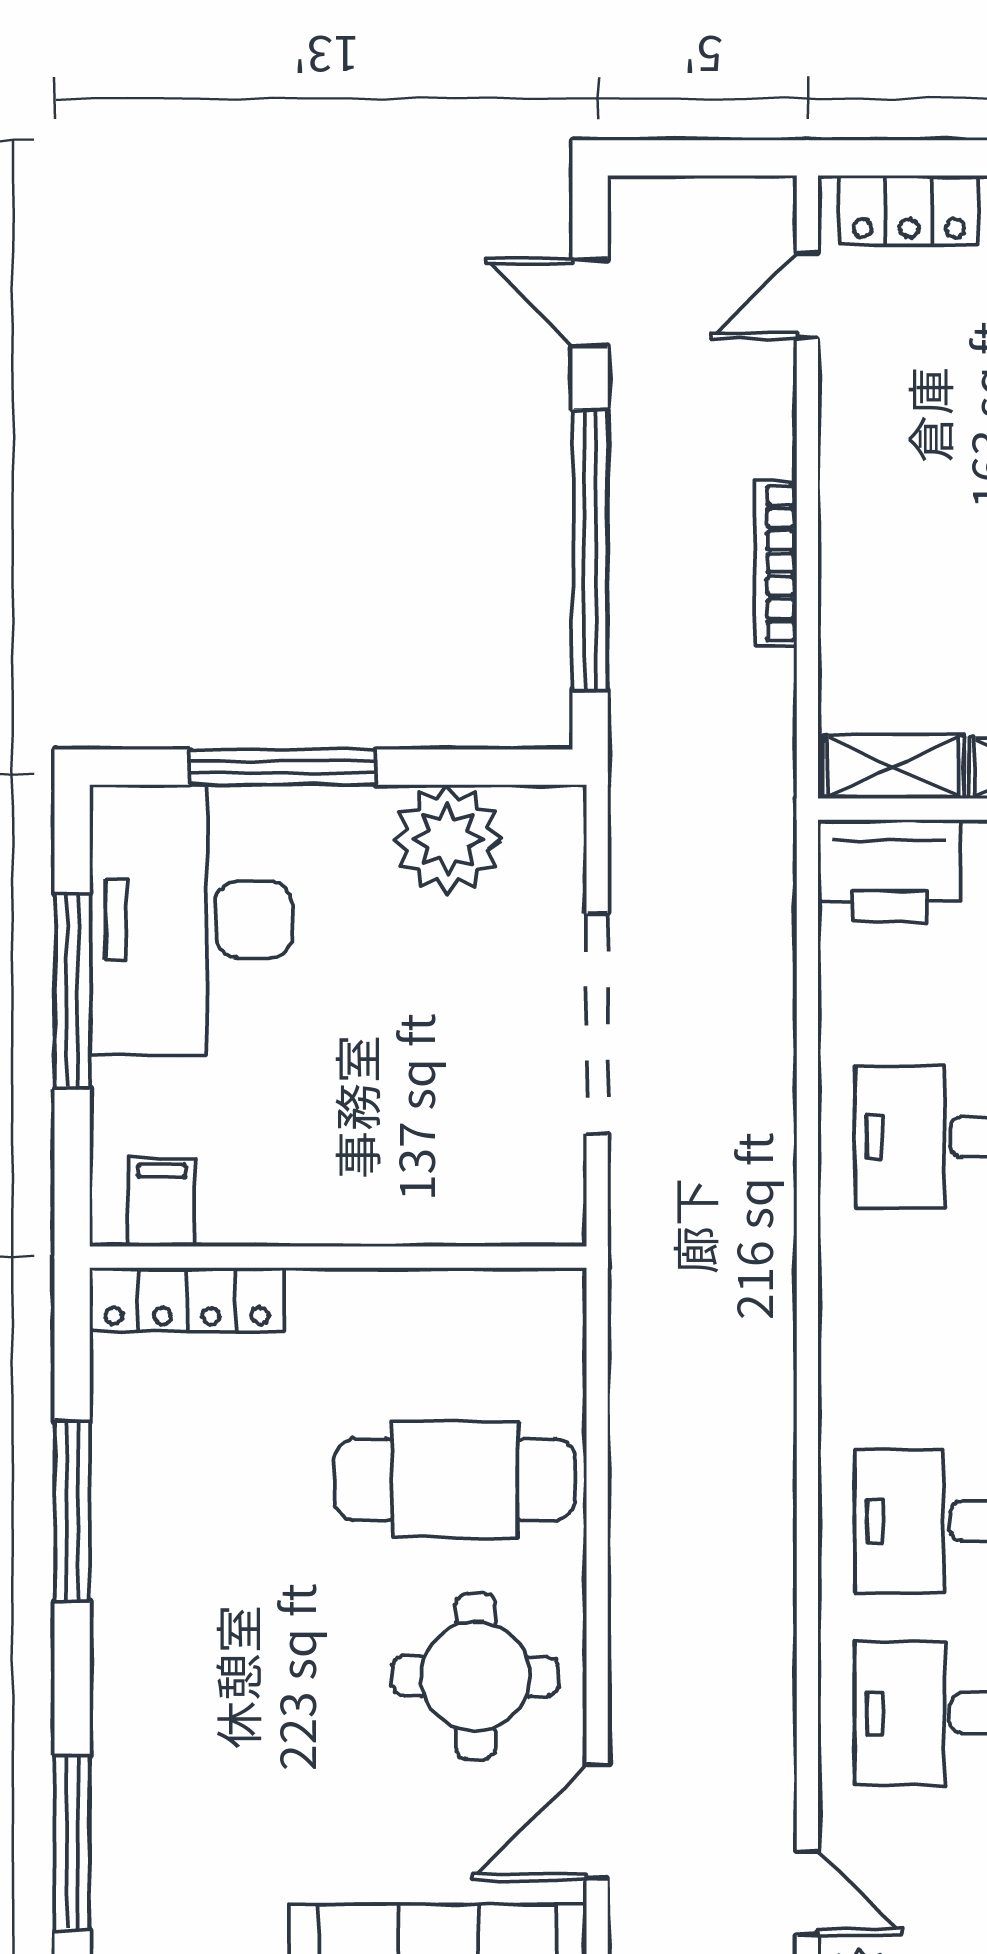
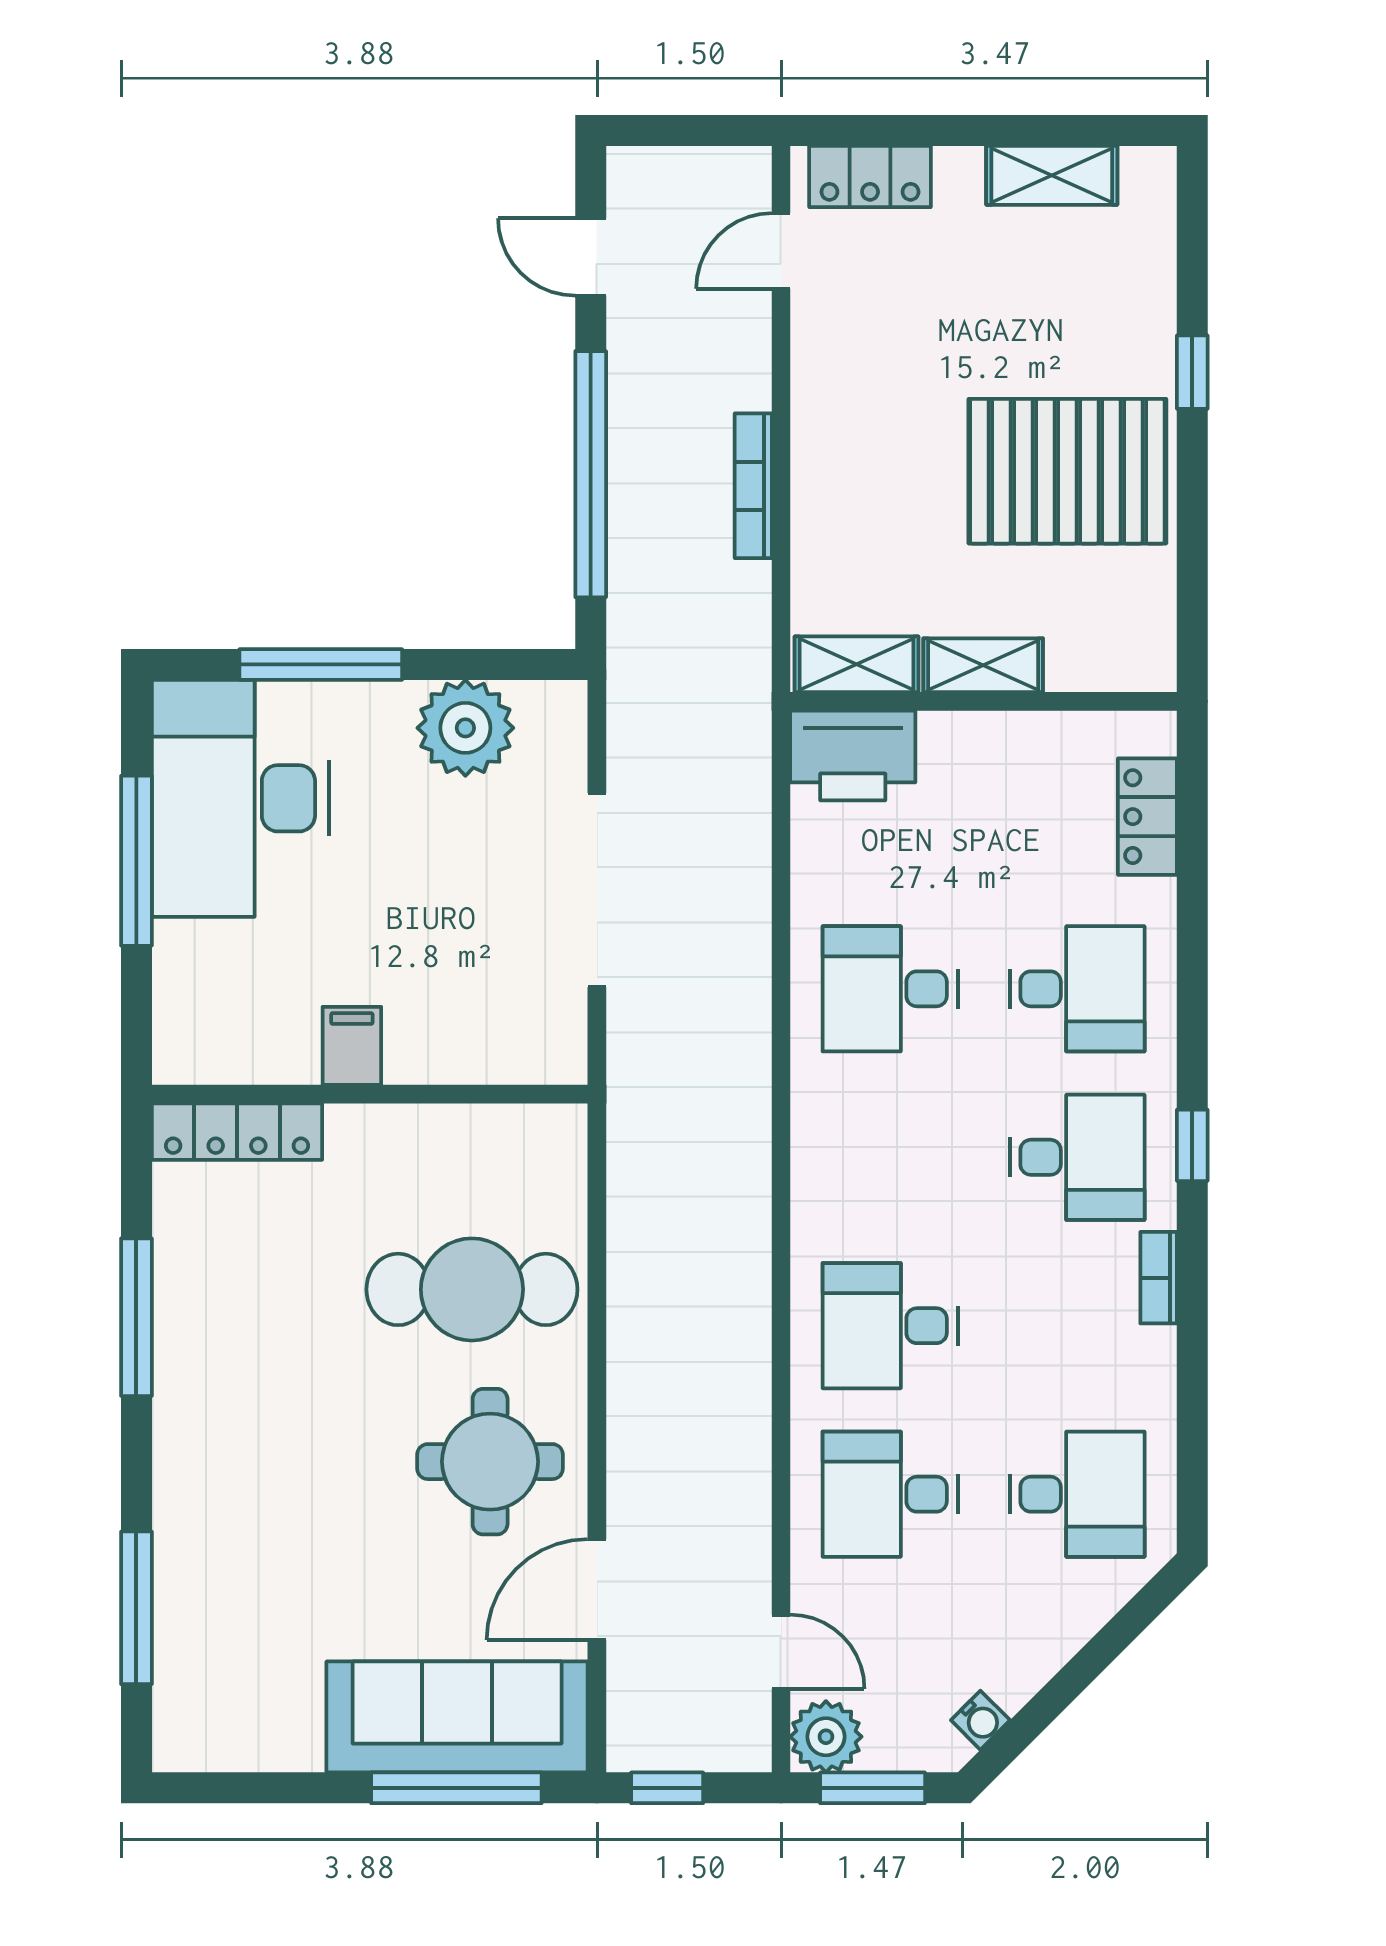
filing cabinet: (161, 1202) -> (352, 1046), moved

